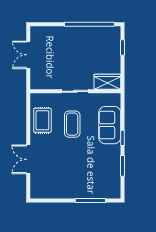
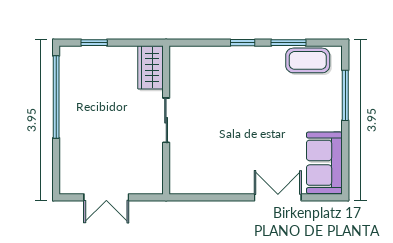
rug: (42, 120) -> (214, 174), removed
coffee table: (72, 124) -> (308, 60), moved
sofa: (110, 125) -> (324, 163), moved, turned 90
double door: (28, 159) -> (278, 197), swing flipped

